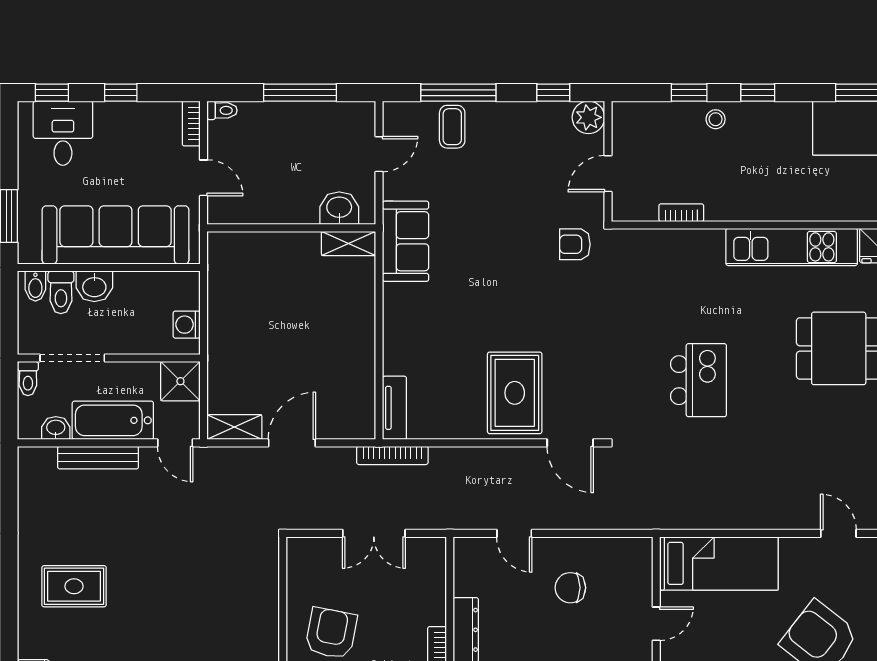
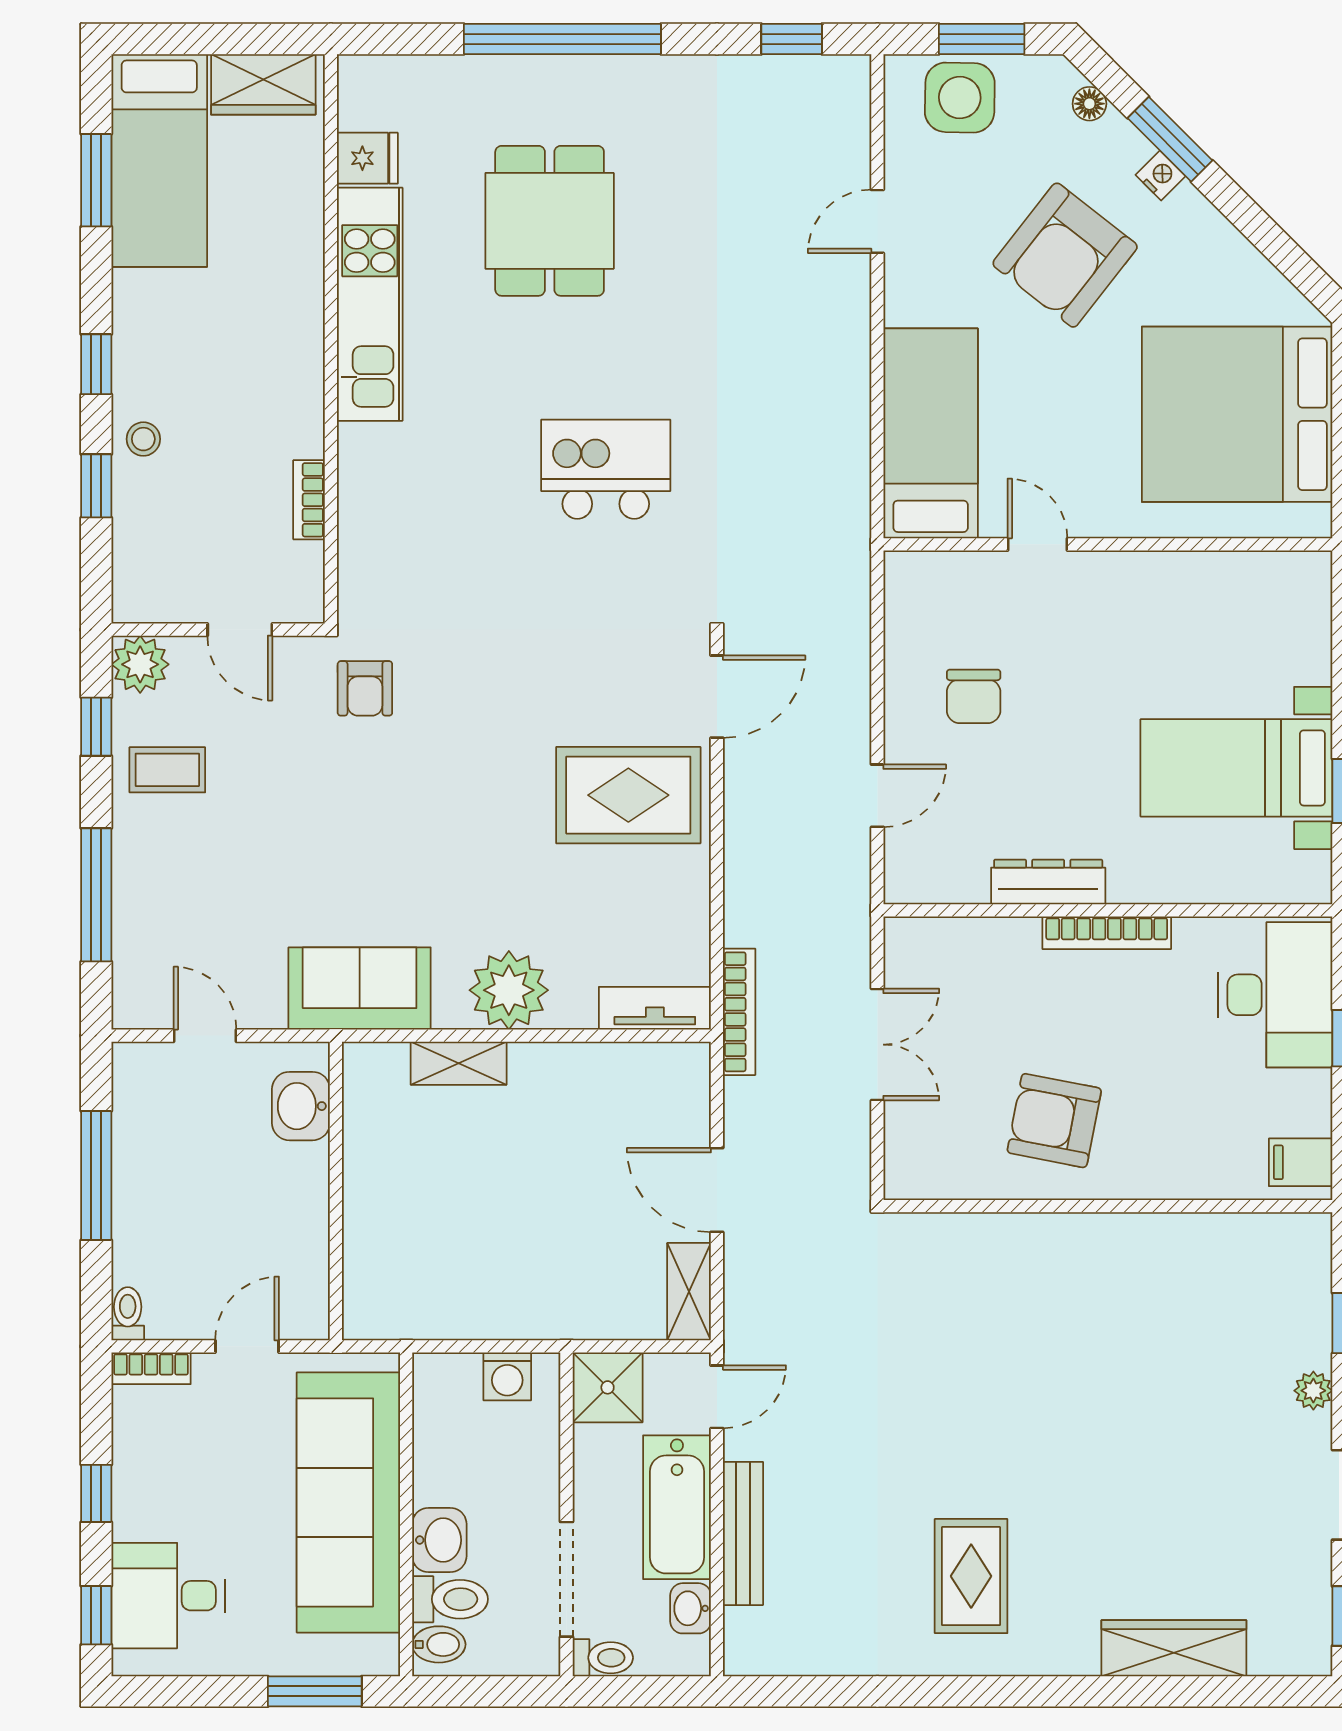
coffee table: (452, 127) -> (167, 770), moved
shelving: (348, 243) -> (459, 1063), moved, turned 90
plant: (405, 325) -> (509, 990), added

